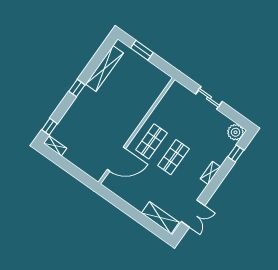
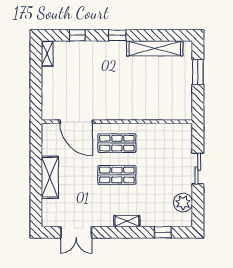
window: (49, 127) -> (77, 35), moved
plant: (235, 132) -> (183, 203), moved
shelving: (160, 218) -> (50, 177), moved

